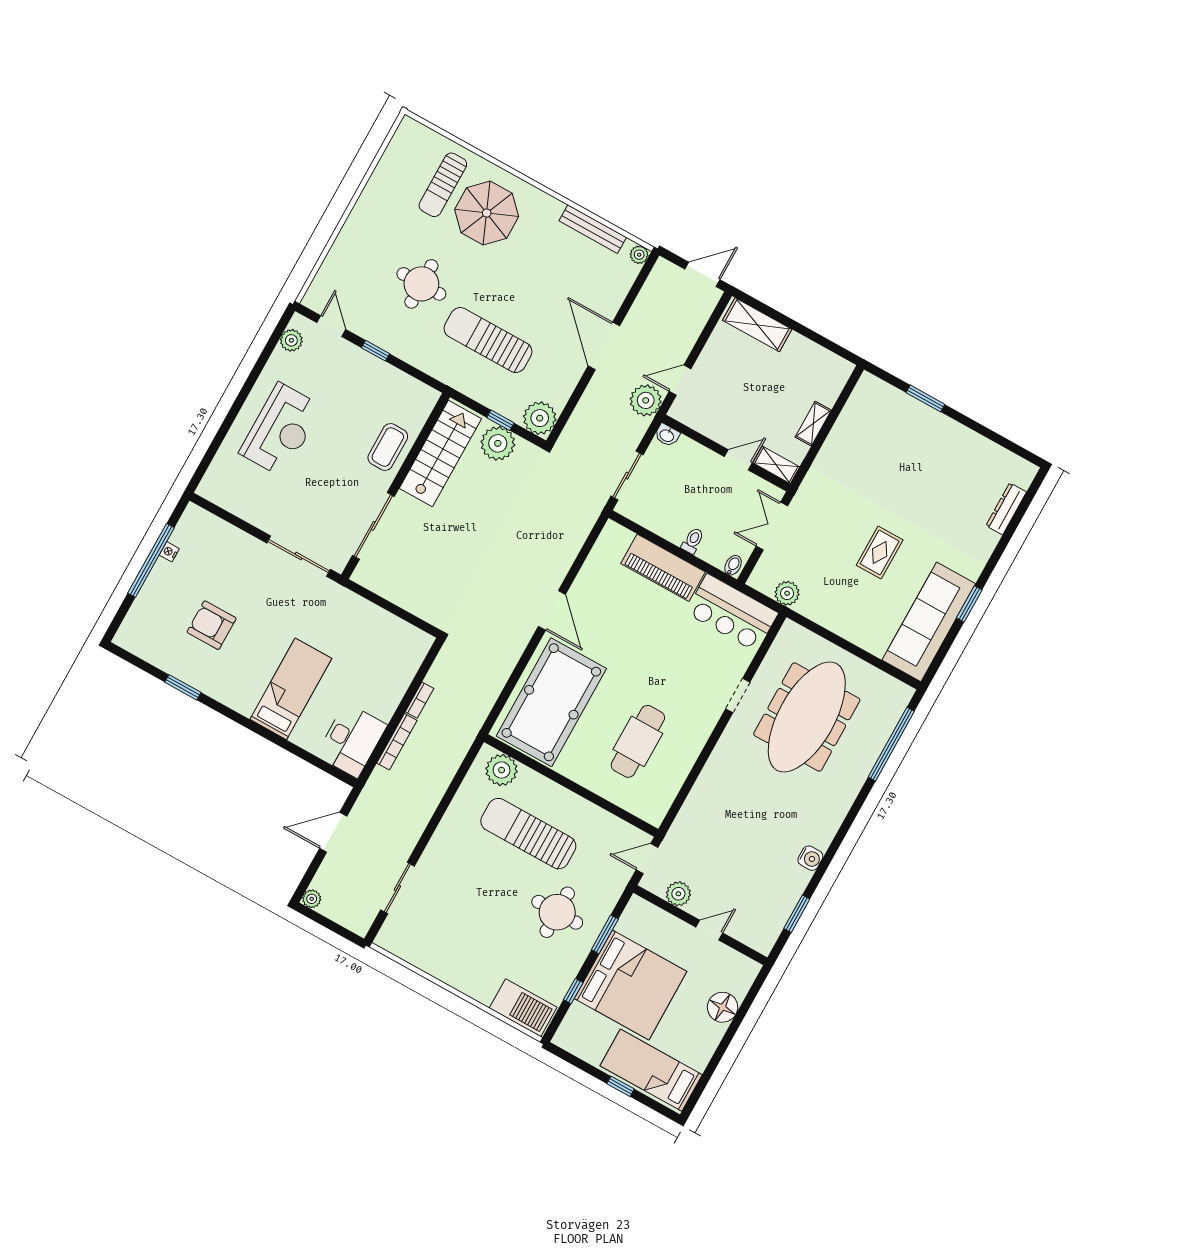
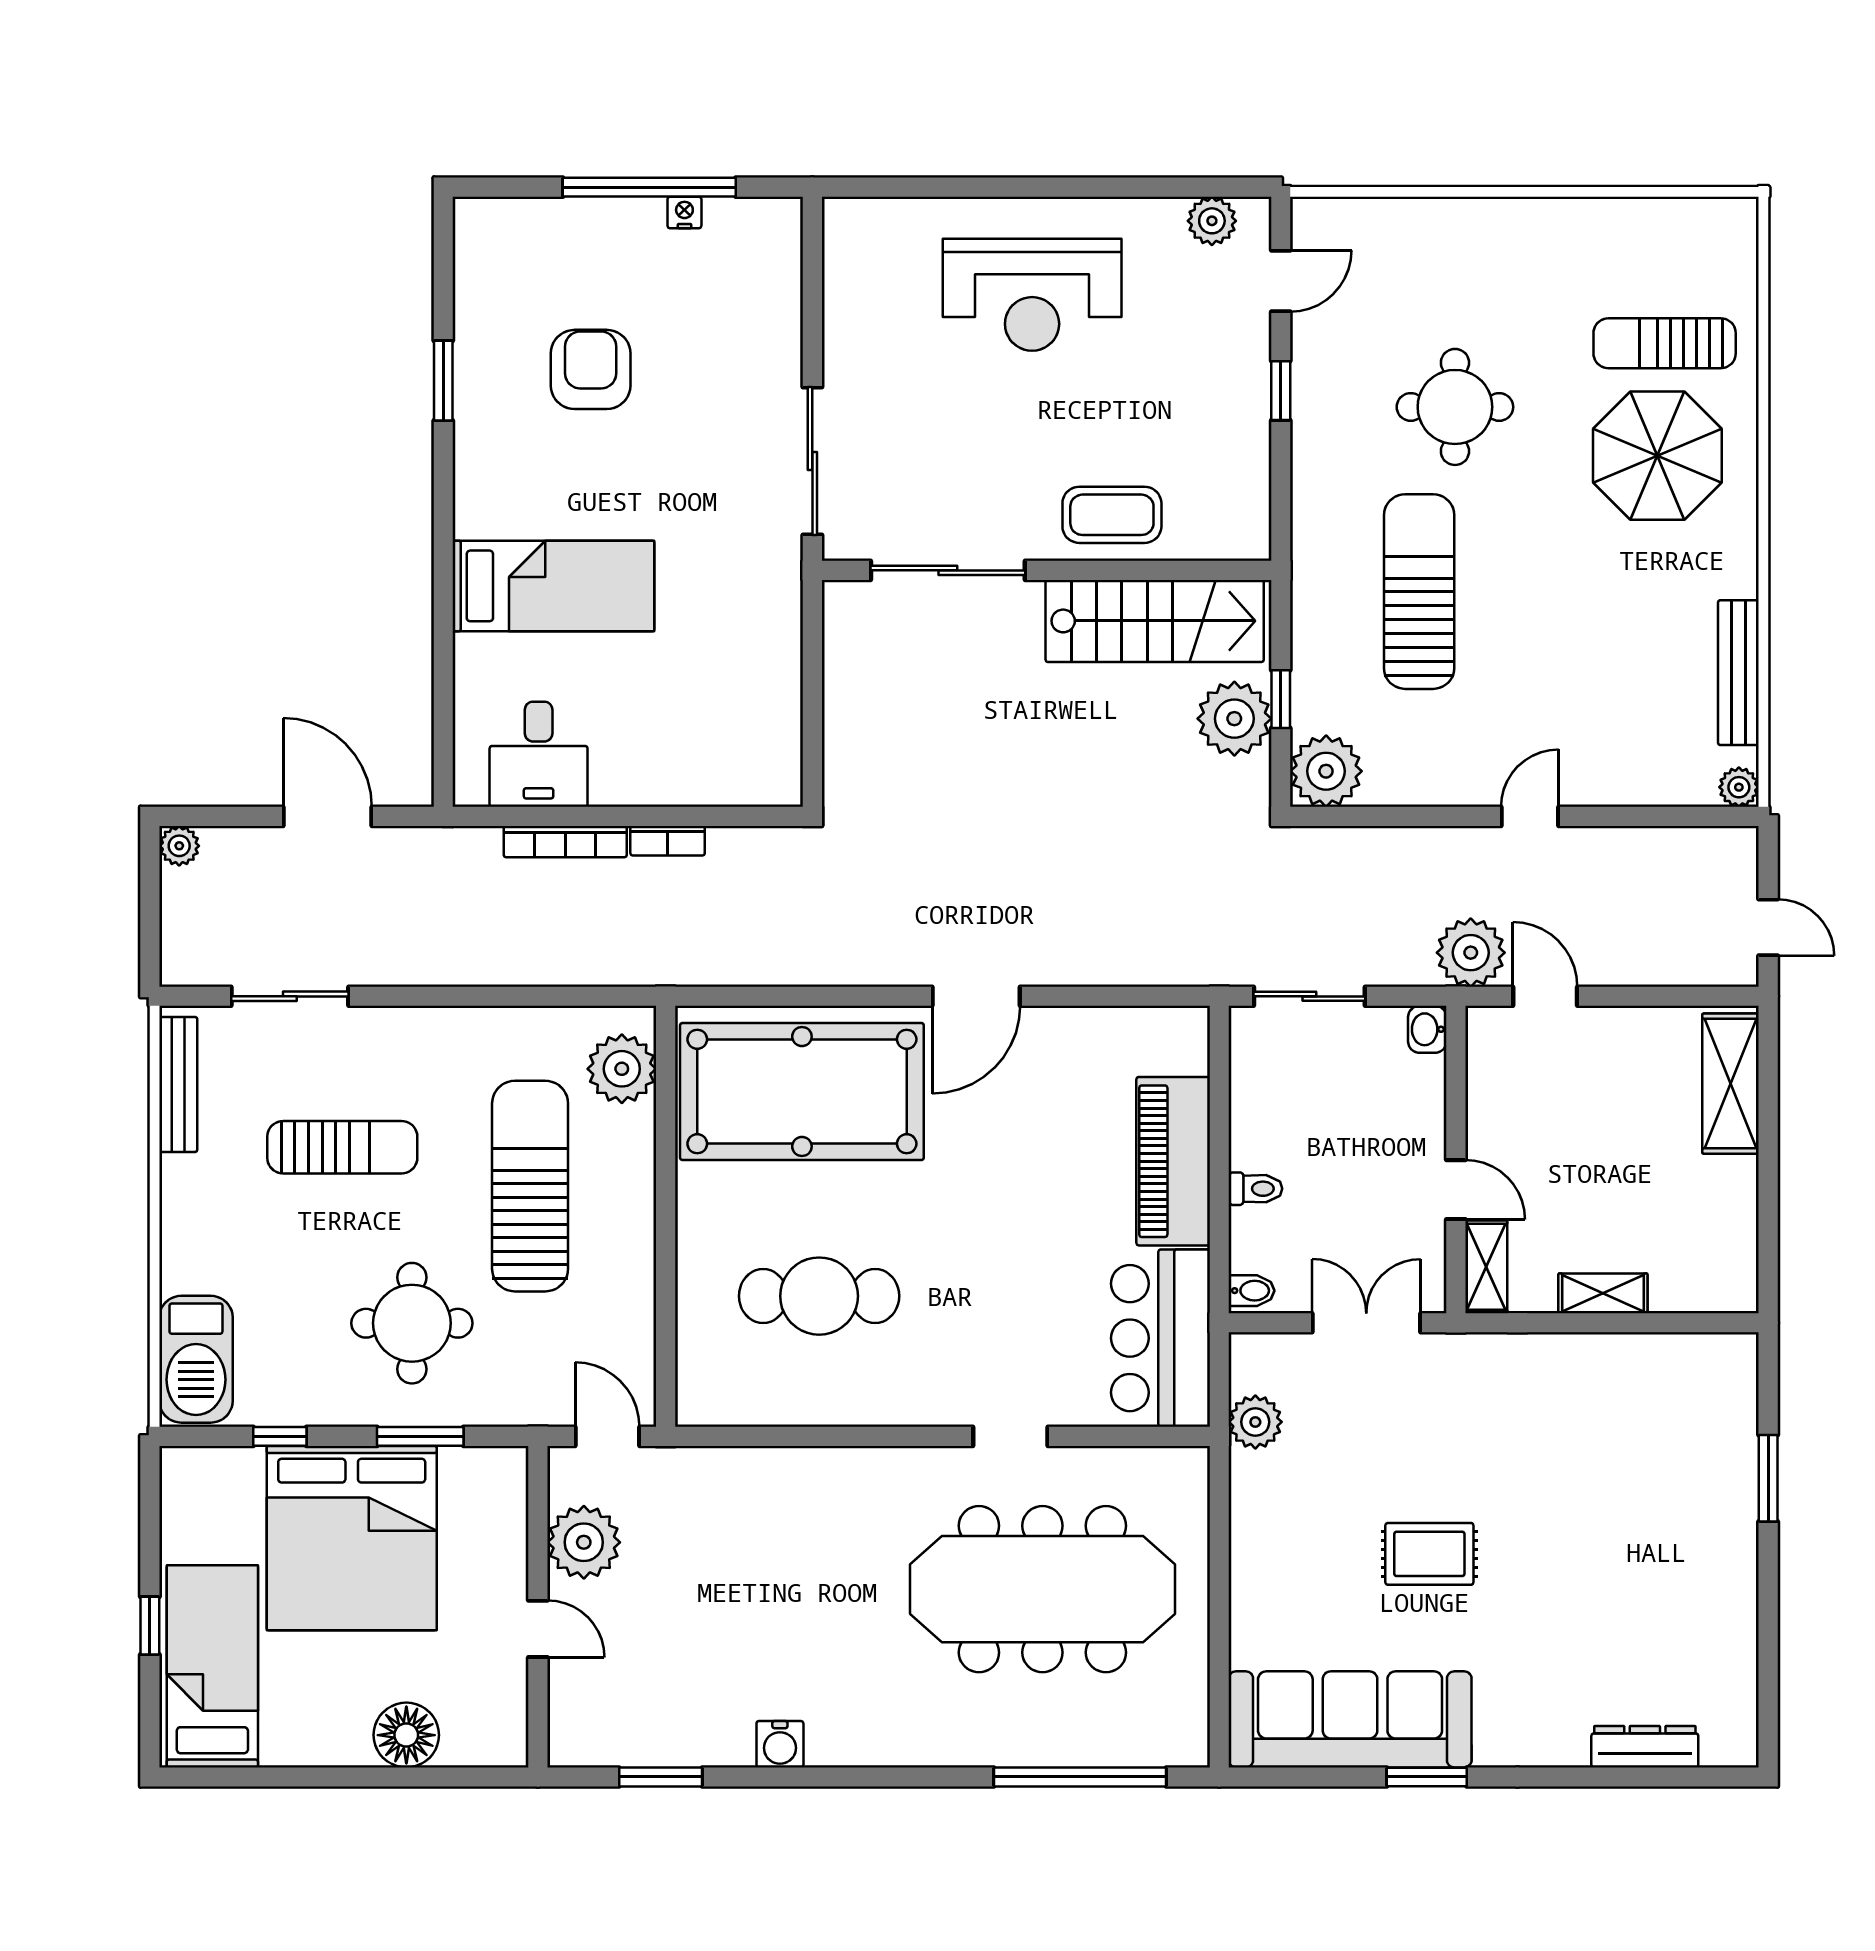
door: (702, 274) -> (1768, 927), width x0.73
door: (604, 346) -> (1530, 816), width x0.53
desk: (351, 740) -> (539, 754), width x0.73
plant: (678, 894) -> (584, 1542), width x1.36, depth x1.36
sun lounger: (470, 901) -> (342, 1147), added
bench: (408, 953) -> (178, 1085), added

